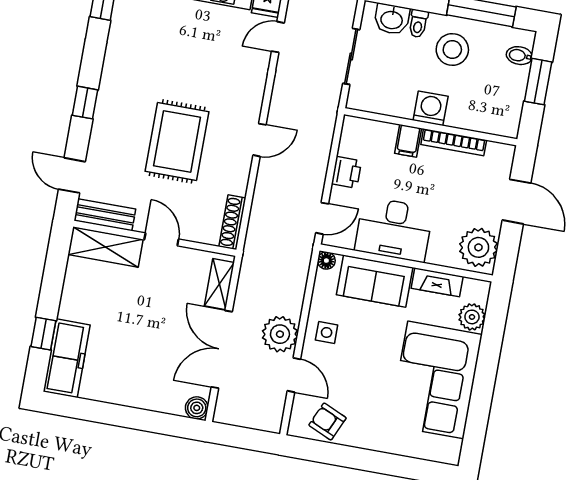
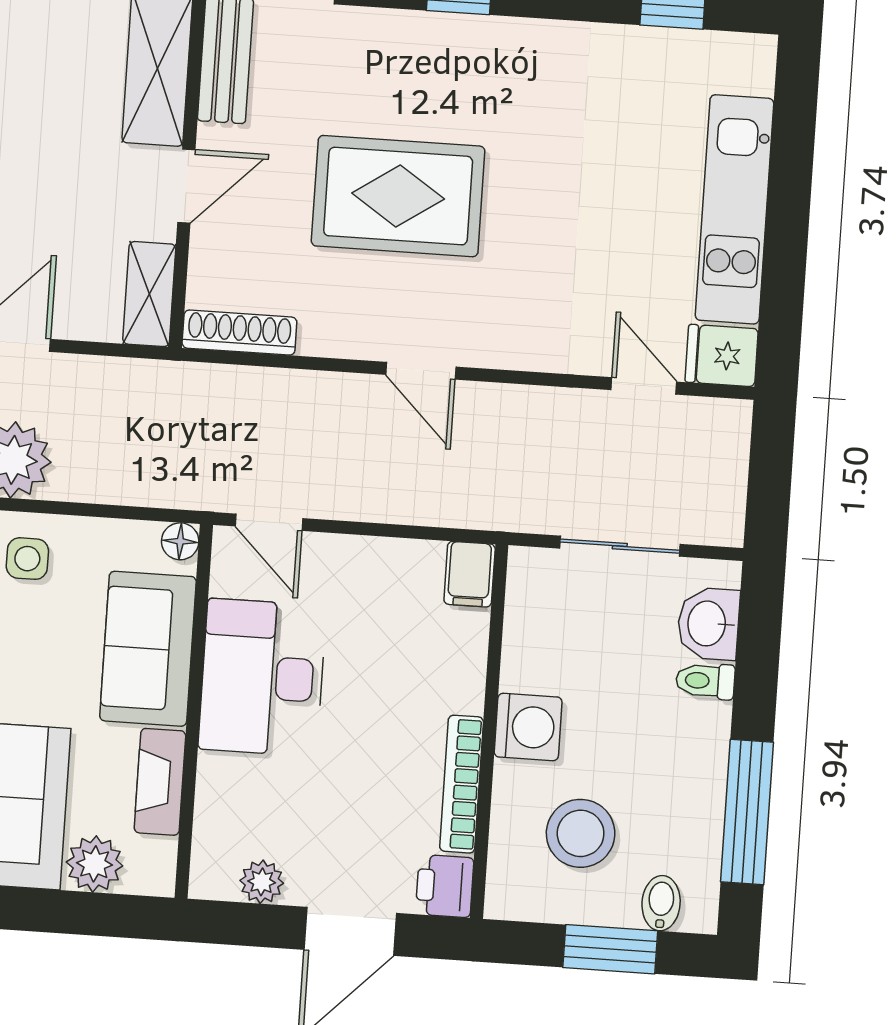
stool: (452, 50) -> (581, 833), moved
filing cabinet: (408, 141) -> (470, 574), moved, turned -90
printer: (346, 172) -> (445, 886), moved, turned 90
plant: (478, 247) -> (262, 882), width x0.53, depth x0.53
shelving: (219, 284) -> (149, 294), moved, turned 90

